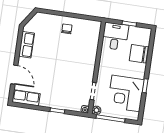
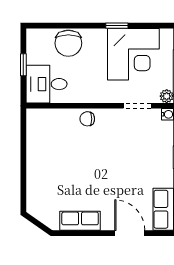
chair: (67, 29) -> (87, 119), moved
door: (14, 75) -> (130, 233), hinge flipped

